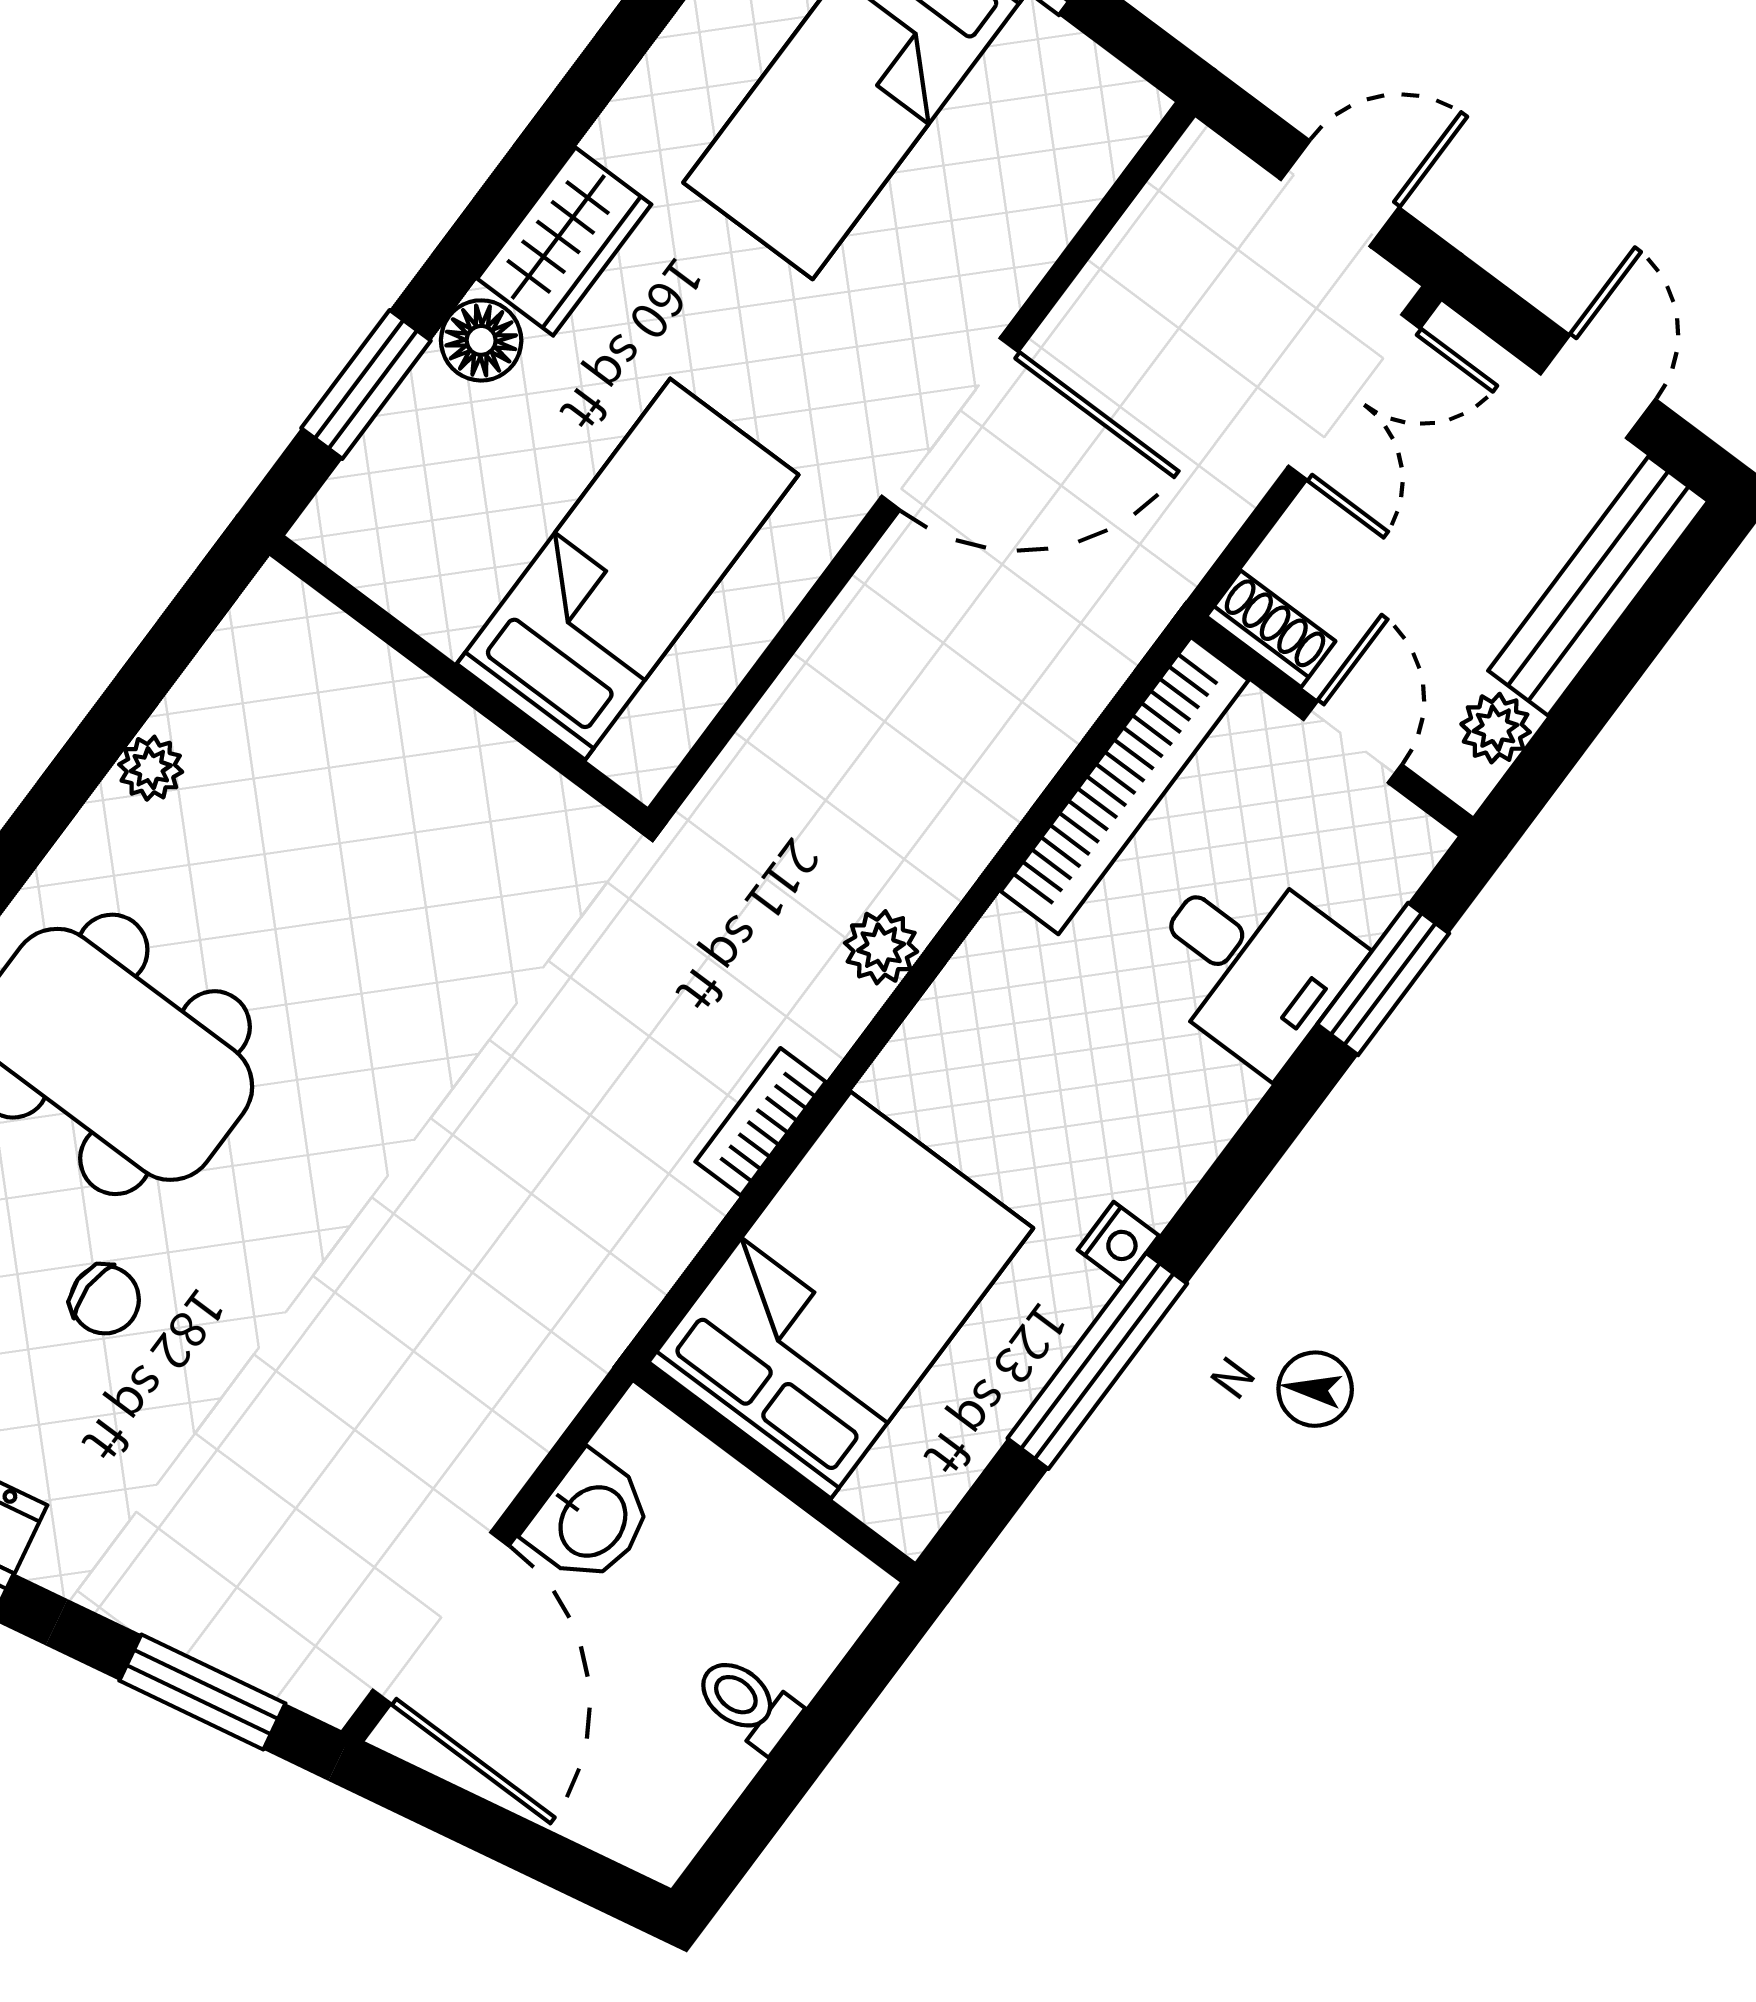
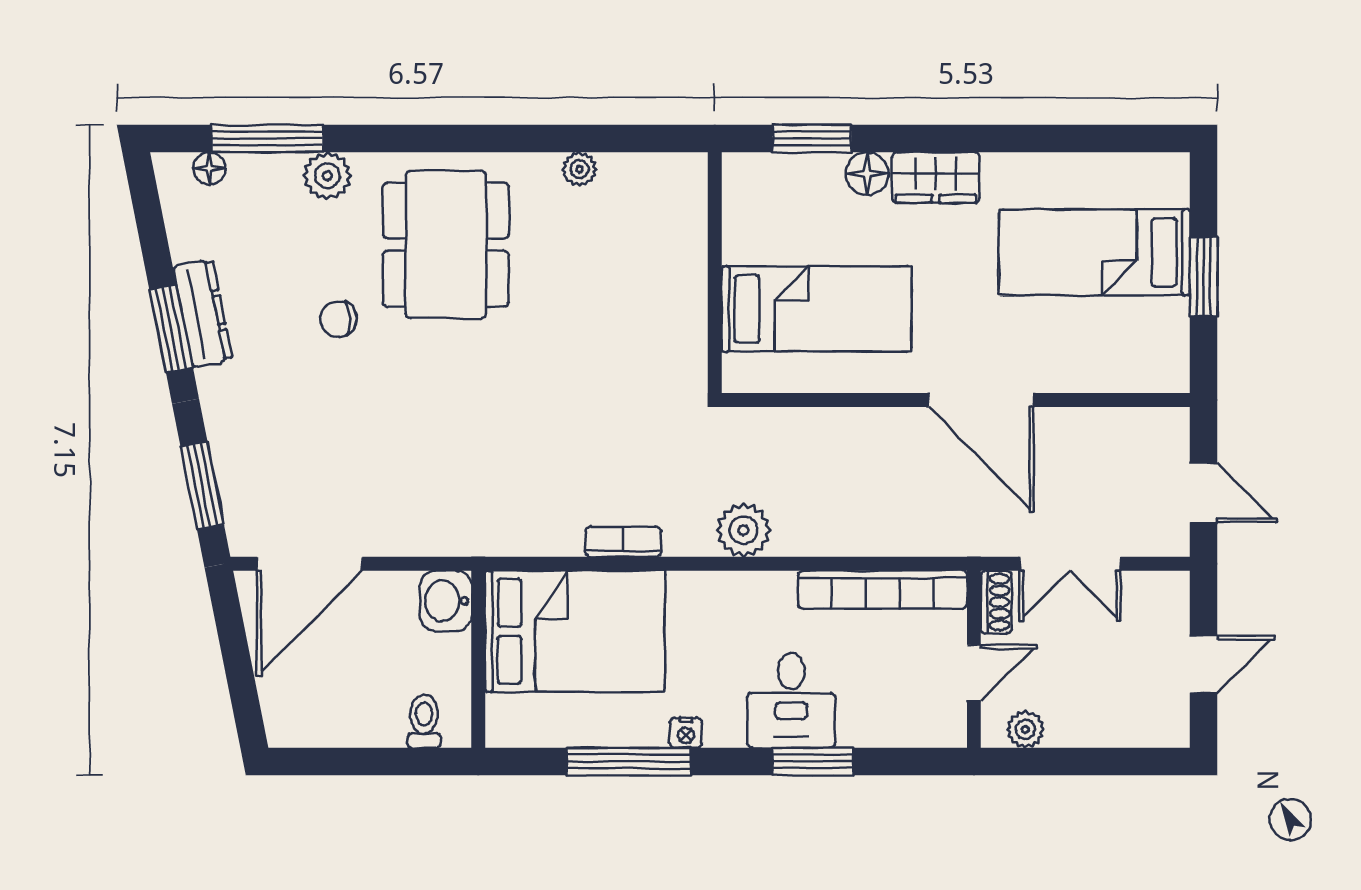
double door: (1354, 397) -> (1070, 564), moved
bench: (1598, 586) -> (1119, 728), removed
plant: (881, 947) -> (743, 530), width x1.38, depth x1.38
desk: (1251, 964) -> (791, 700), moved
window: (1383, 979) -> (813, 761), moved
chair: (105, 1300) -> (338, 319), turned 87
washbasin: (591, 1520) -> (446, 601), moved, turned 90
toilet: (747, 1703) -> (424, 721), moved

